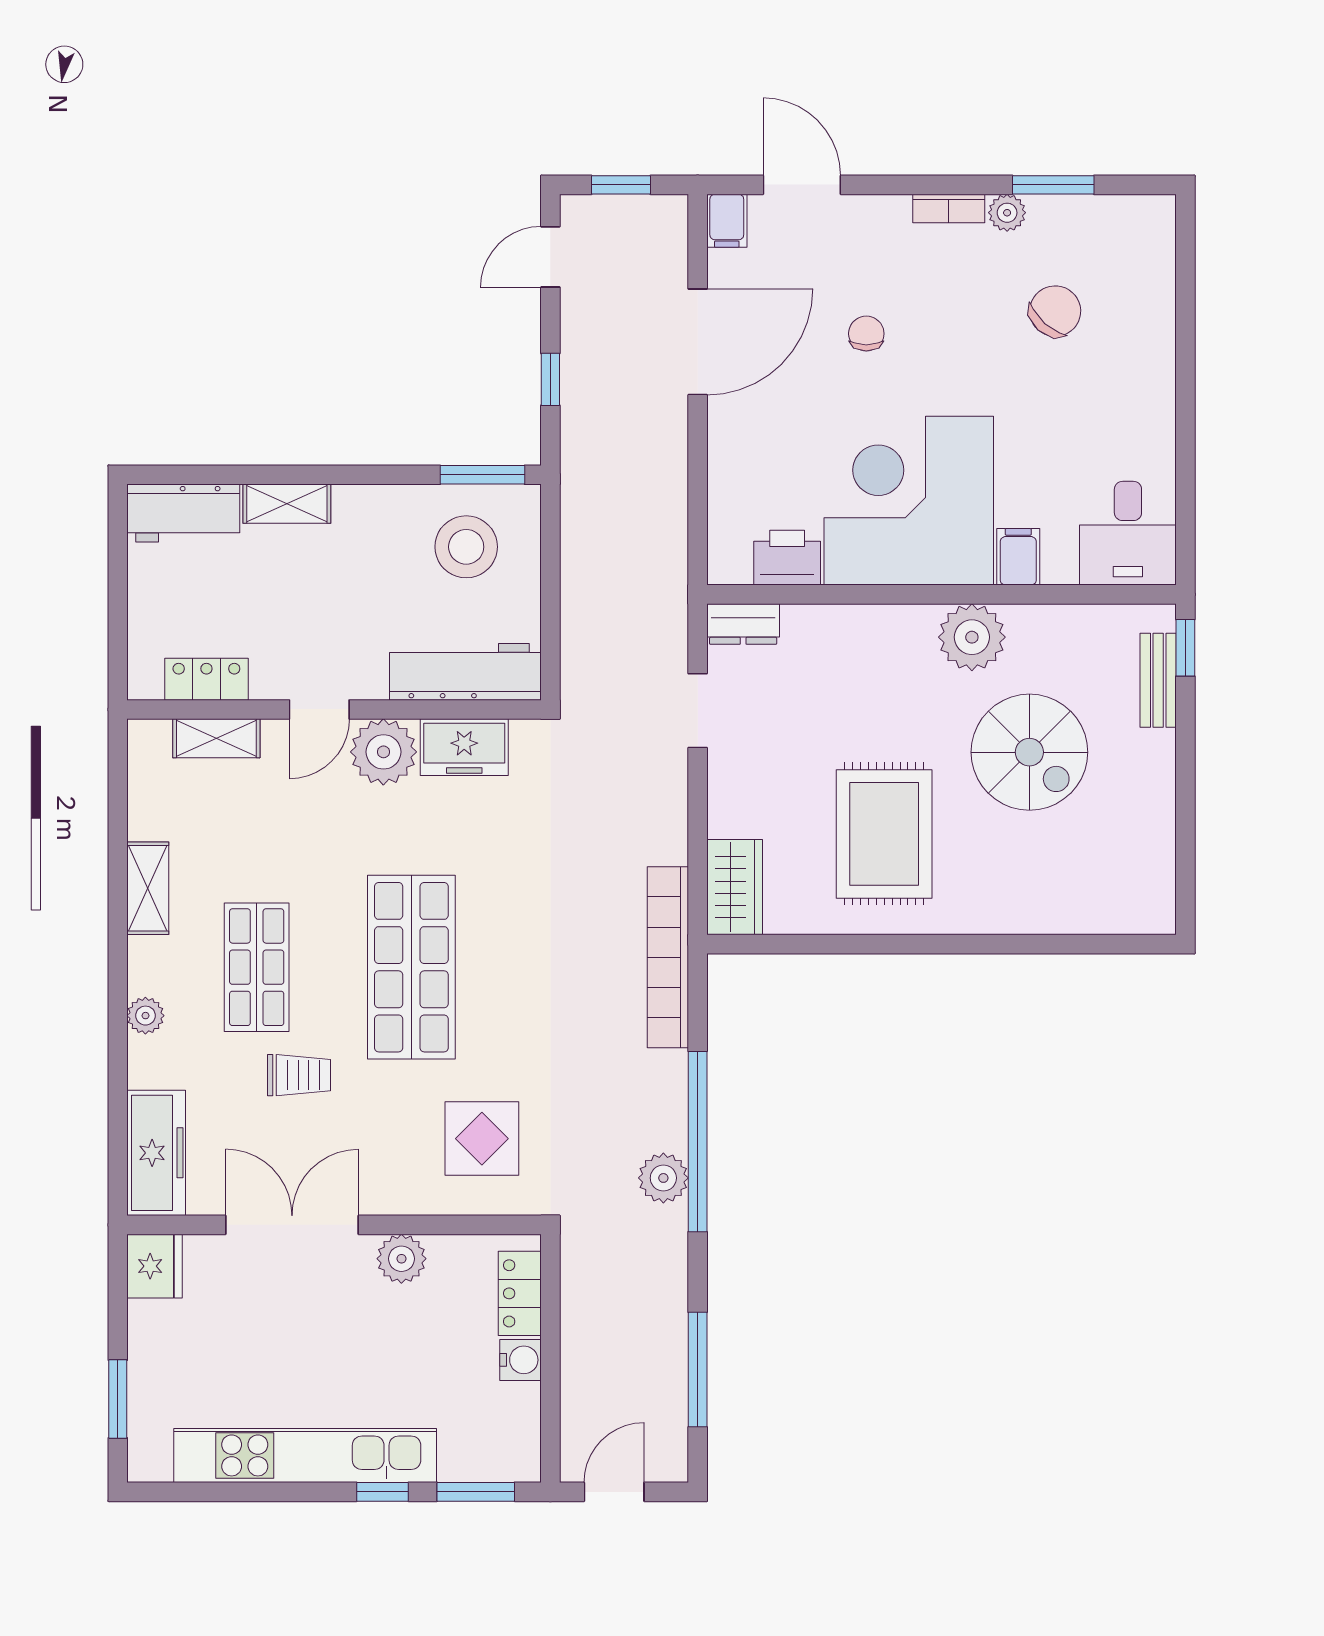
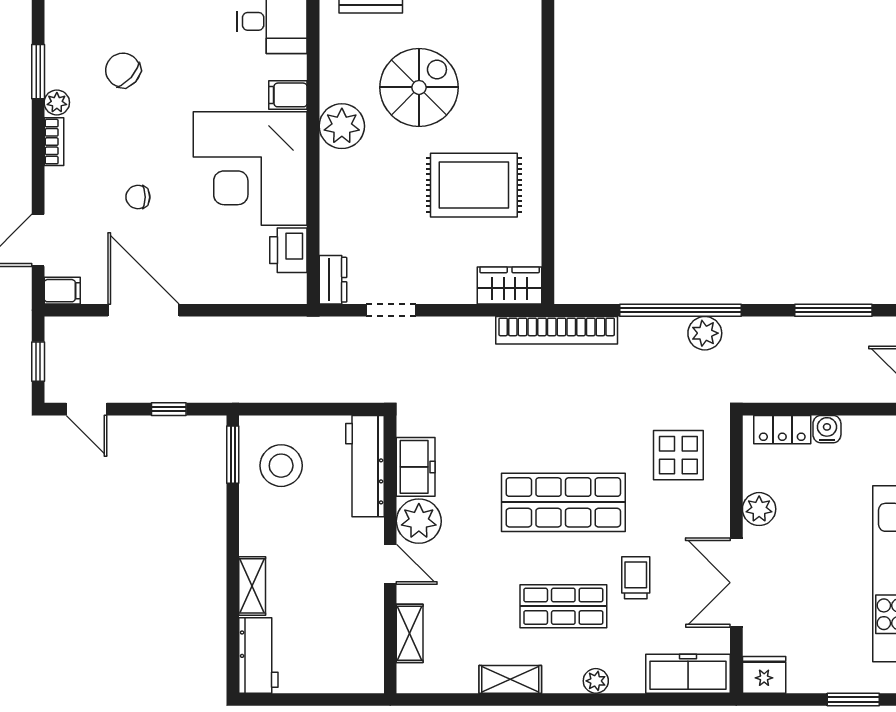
locker: (206, 679) -> (370, 640), removed

